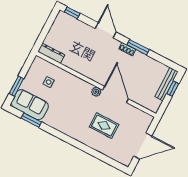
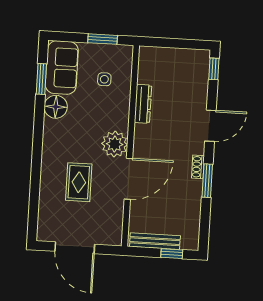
dresser: (51, 53) -> (143, 104), moved
bench: (167, 84) -> (155, 241), moved
window: (16, 86) -> (103, 39), moved
plant: (96, 92) -> (115, 144), width x1.88, depth x1.88
floor lamp: (52, 119) -> (56, 107), added

